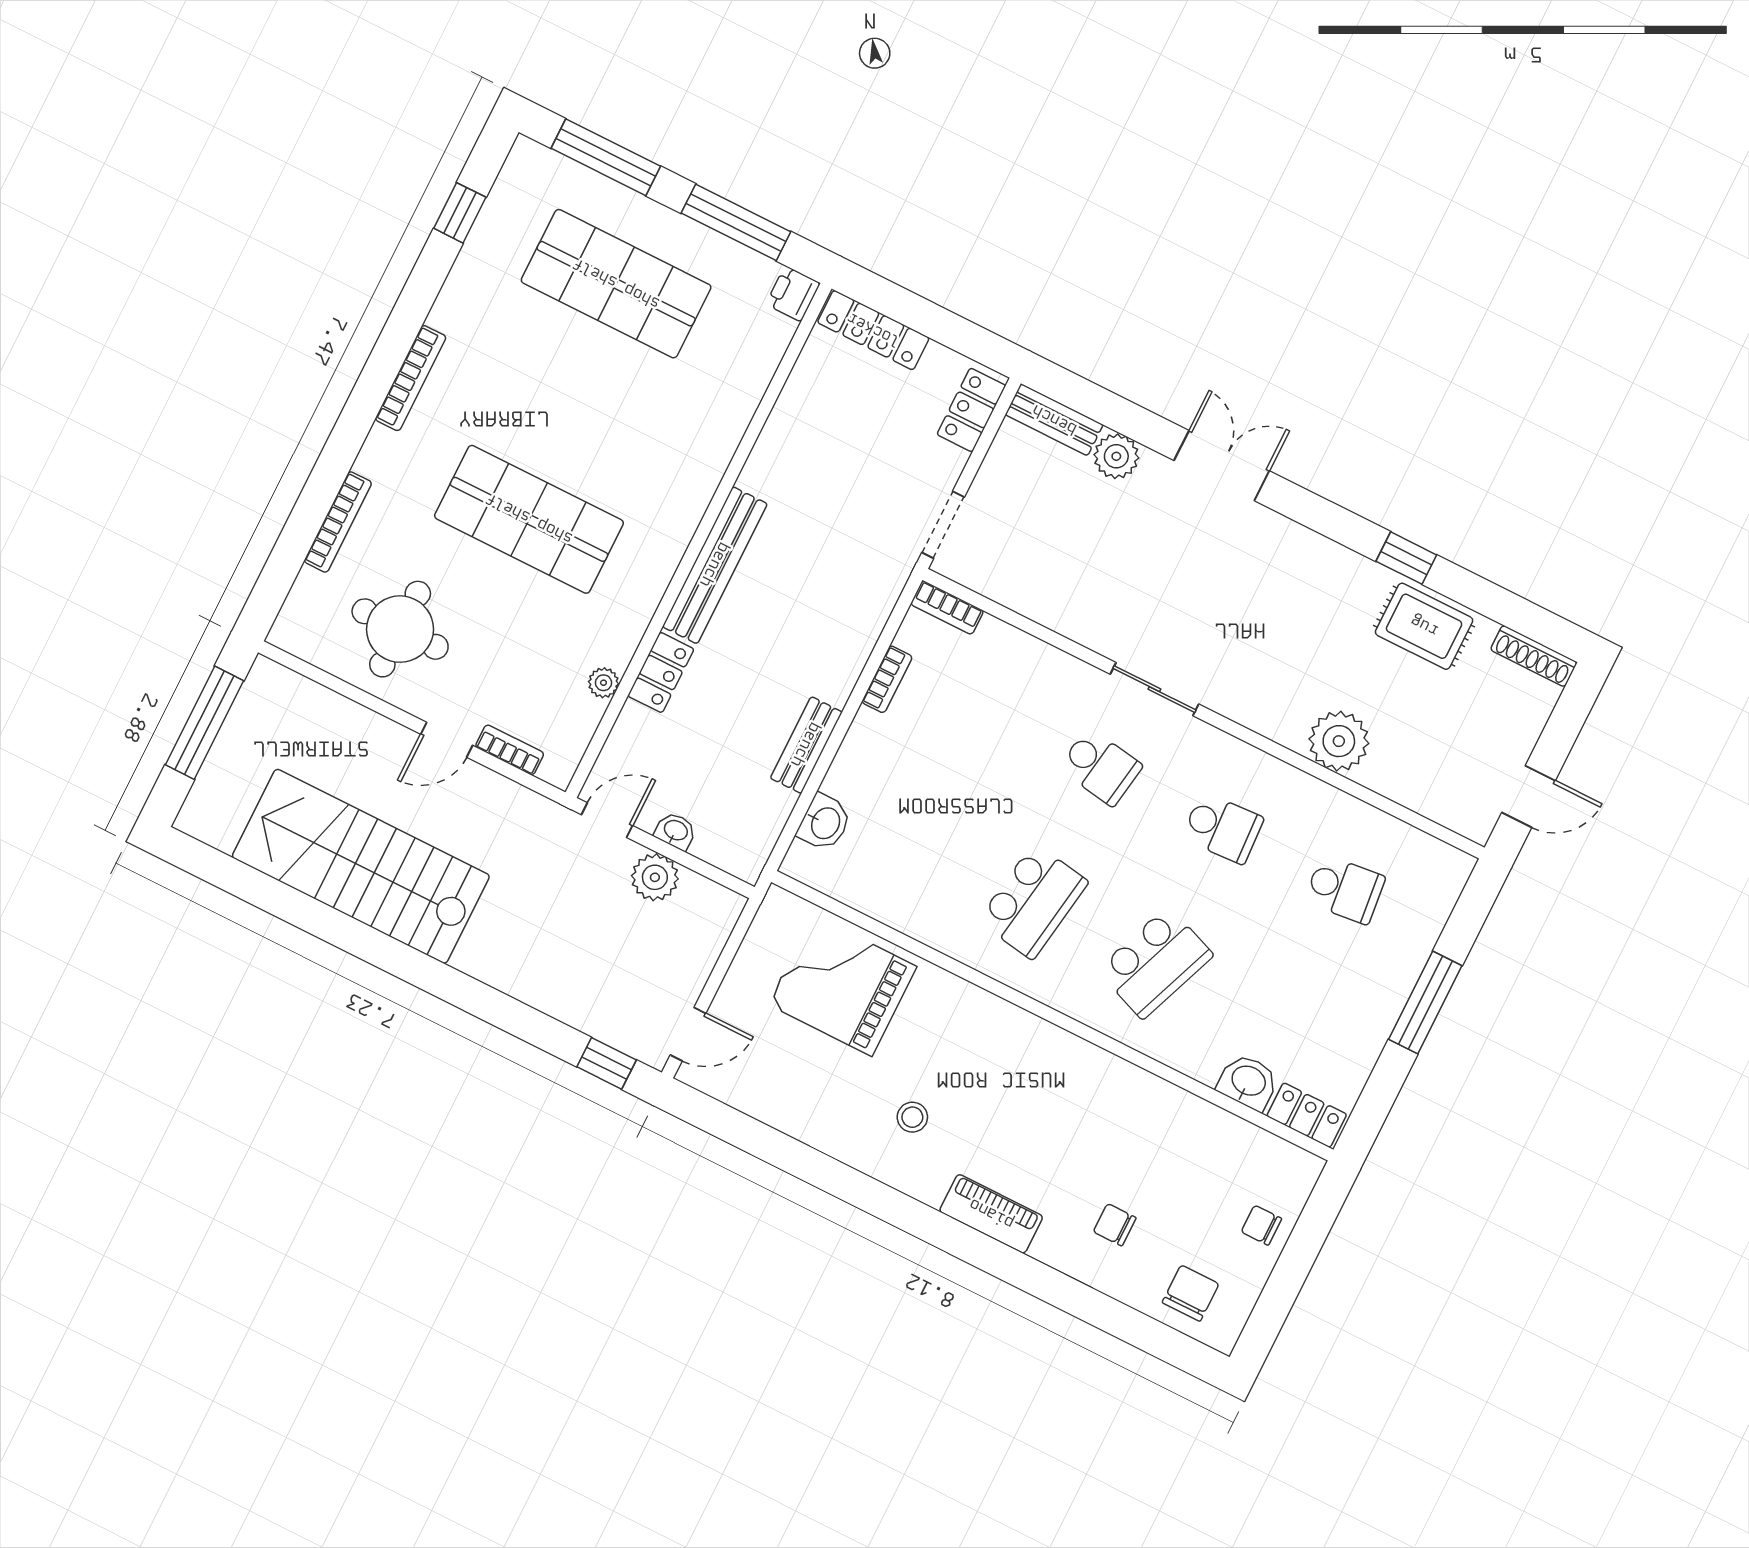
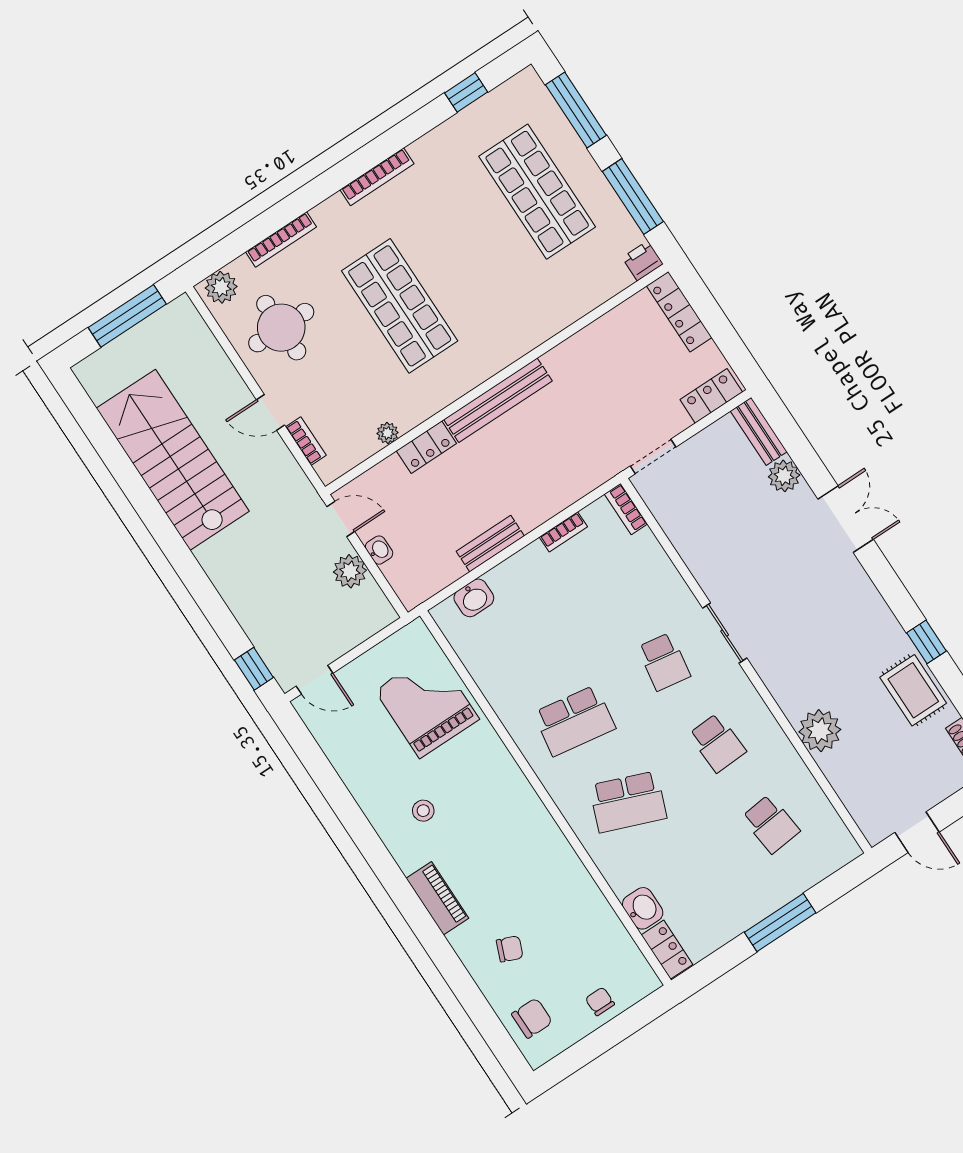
plant: (299, 622) -> (221, 287), added
chair: (1115, 1225) -> (510, 949), turned 112

